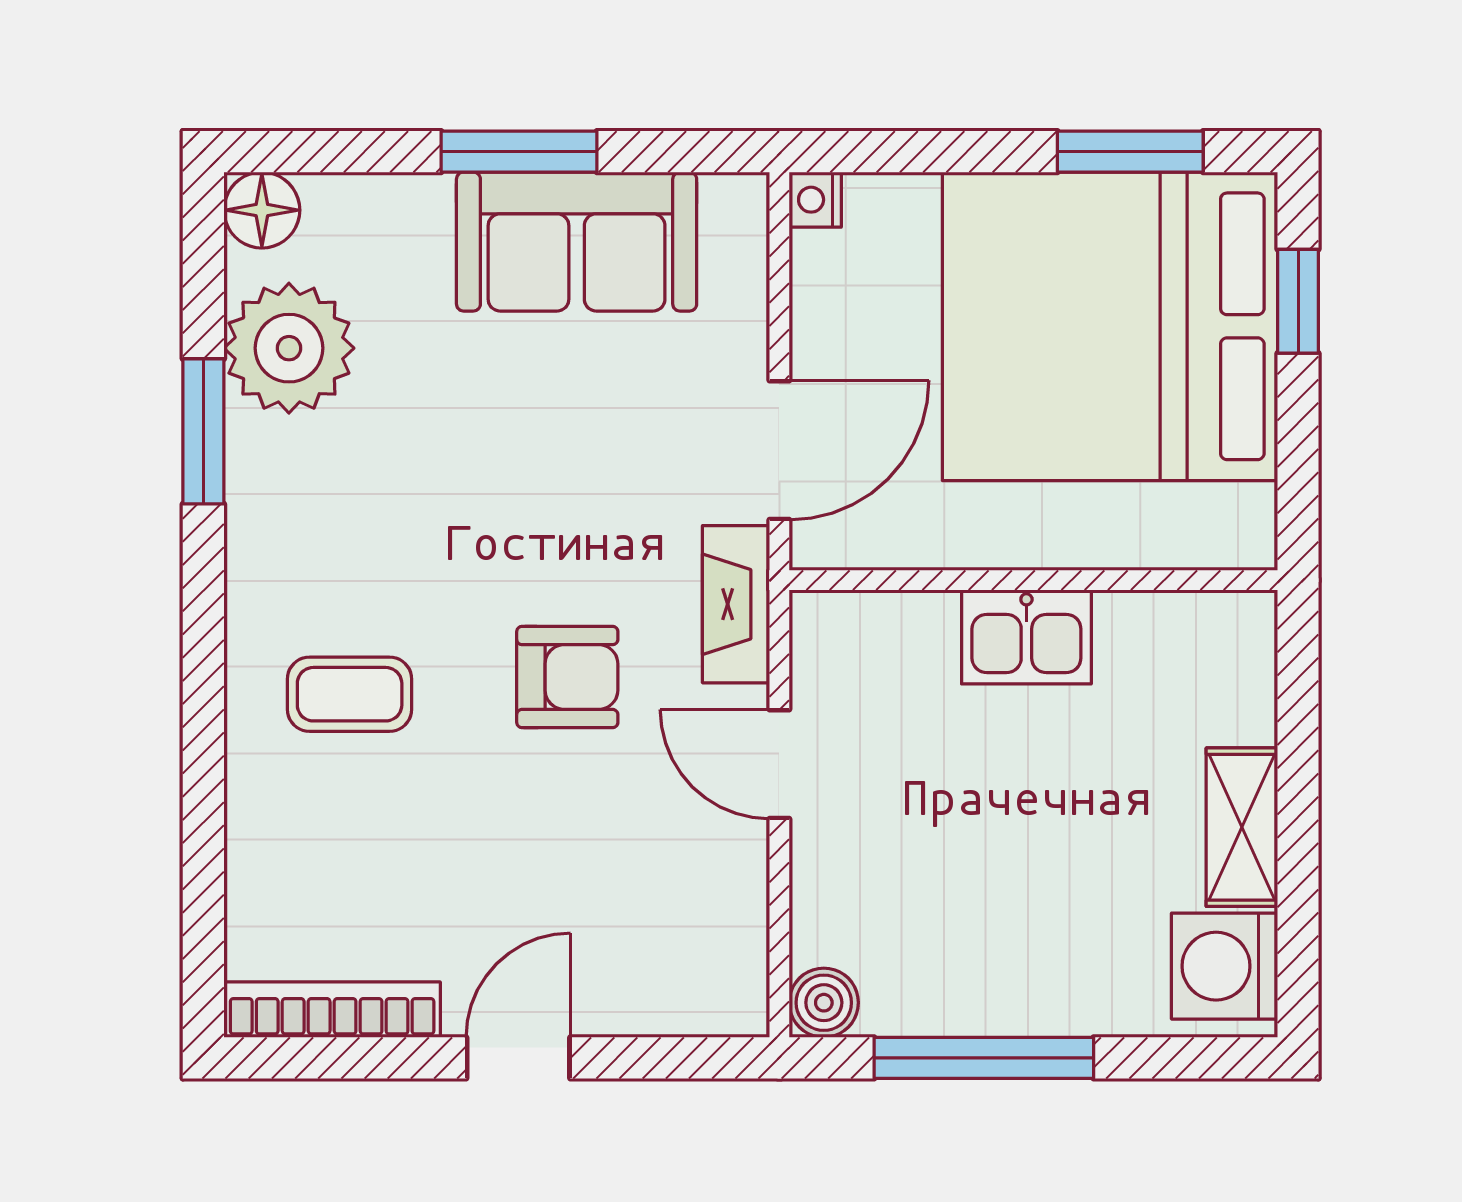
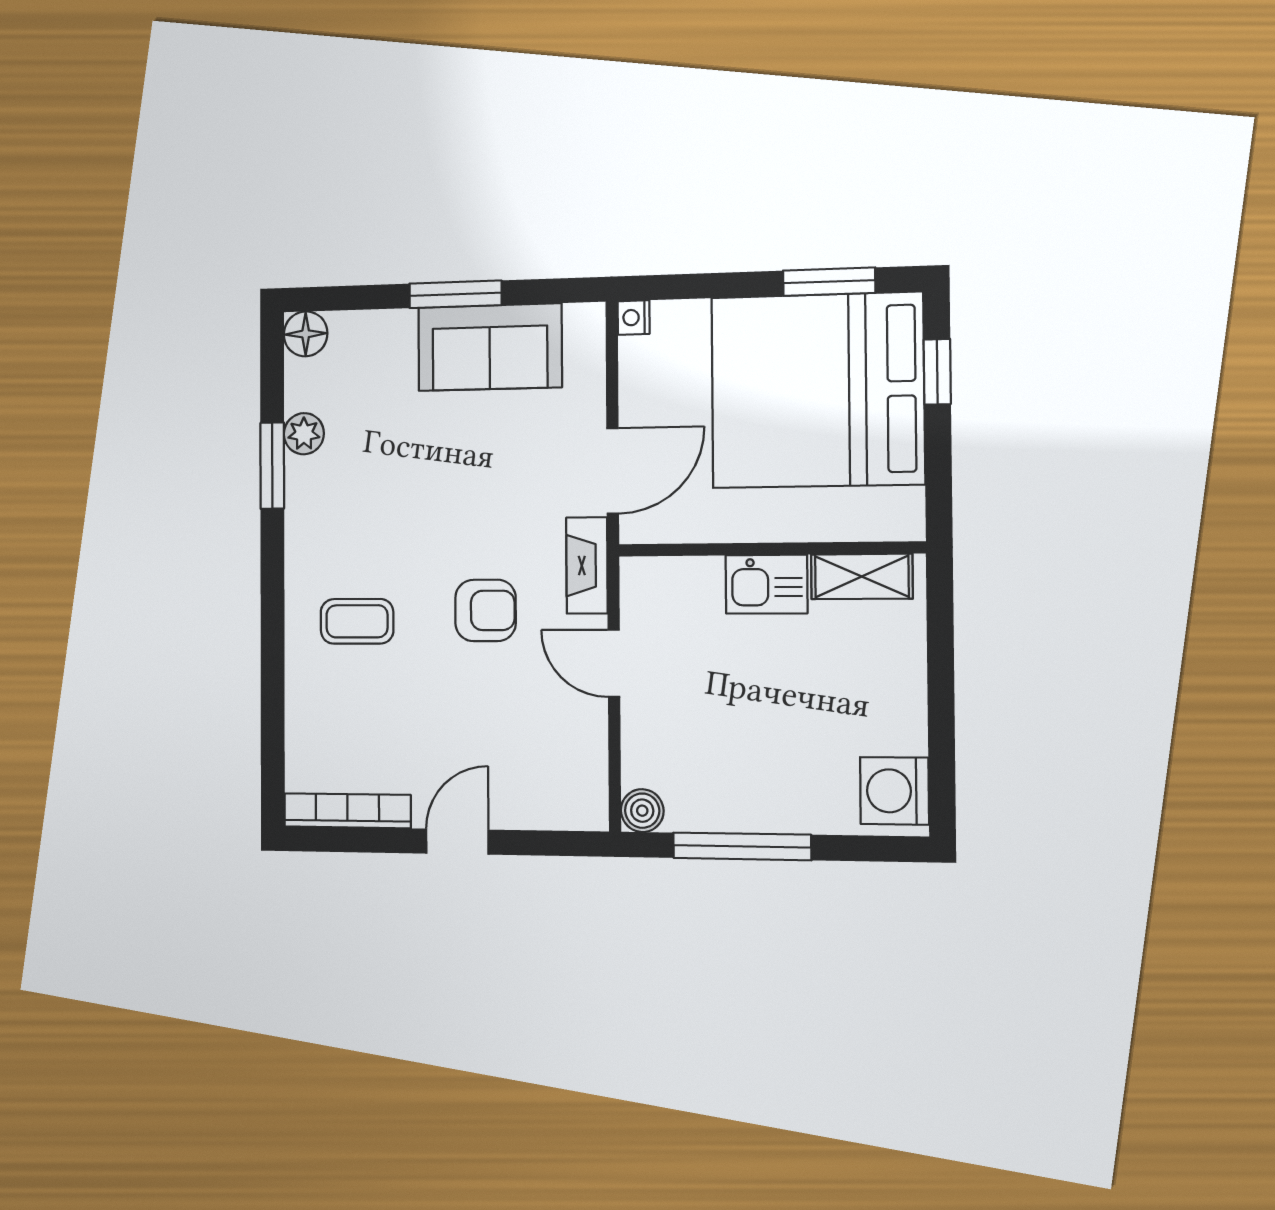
plant: (289, 348) -> (304, 434), width x0.53, depth x0.53
shelving: (1242, 827) -> (862, 576), moved, turned 90

